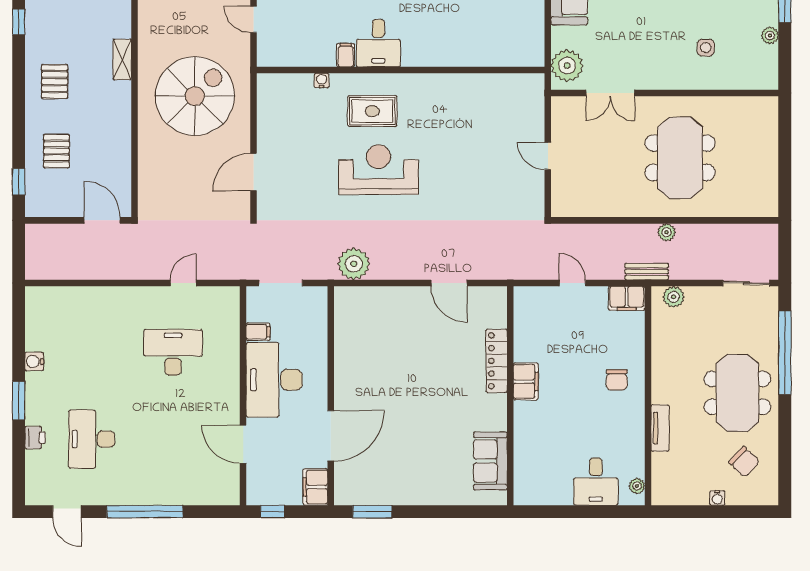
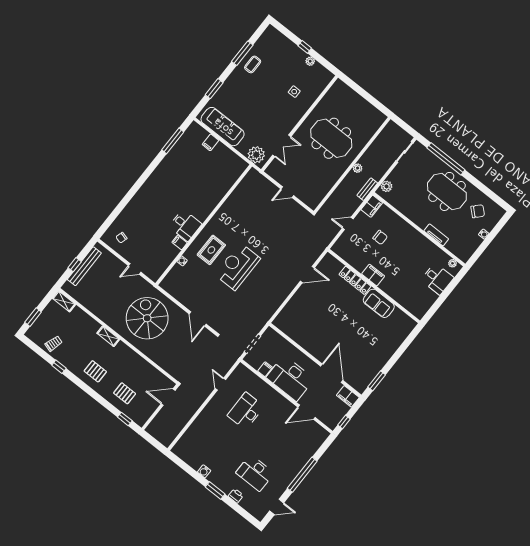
plant: (354, 264) -> (268, 308), removed
chair: (617, 380) -> (380, 237), moved
sofa: (490, 461) -> (379, 303), moved

